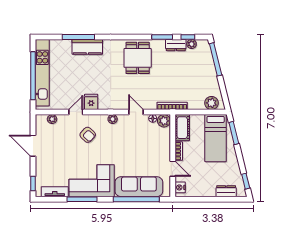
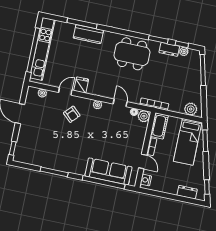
dining table: (138, 58) -> (132, 54), width x1.38
corner sofa: (92, 181) -> (67, 157), removed
tv unit: (55, 192) -> (31, 160), removed

